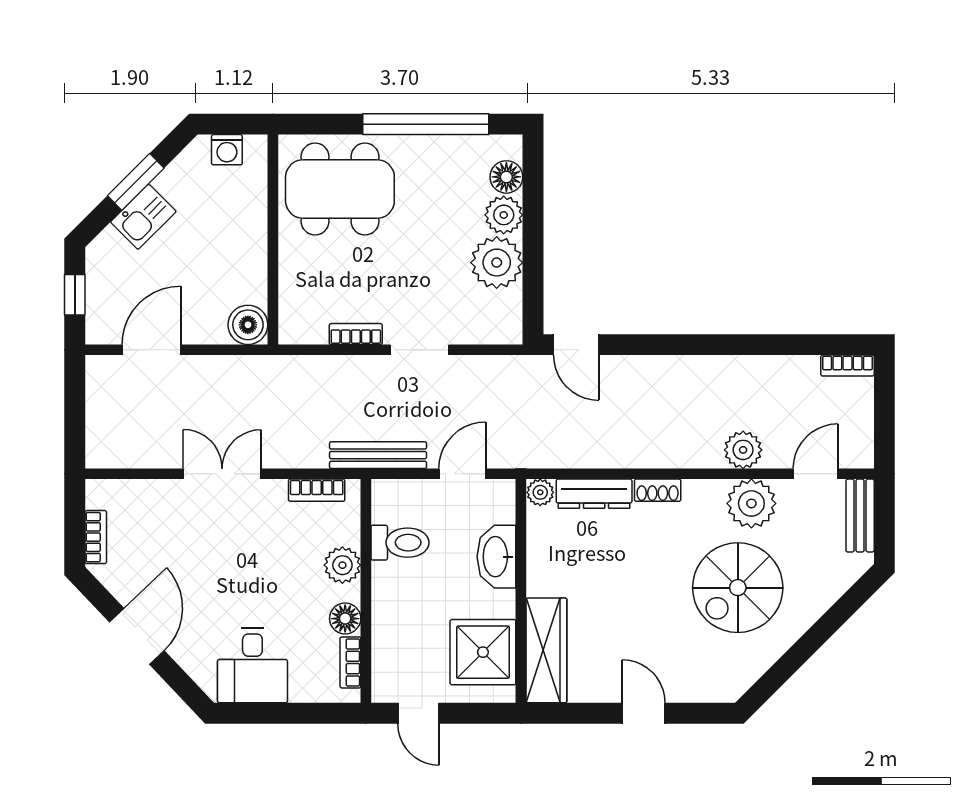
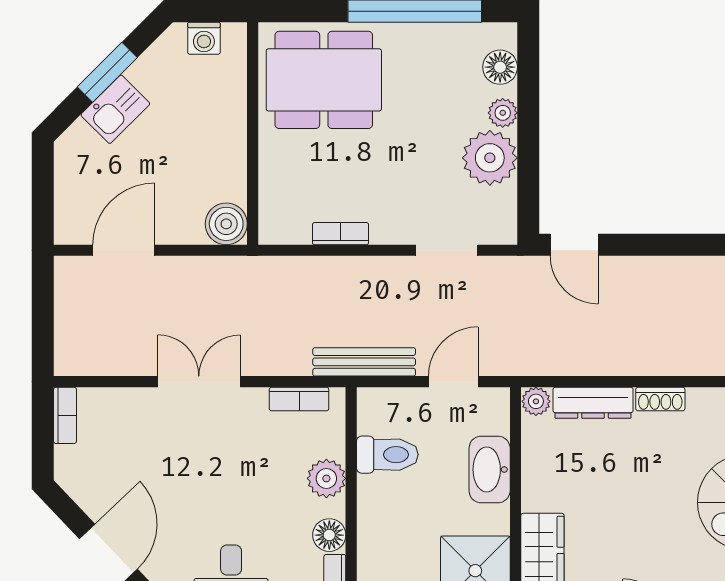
plant: (504, 215) -> (503, 113), width x0.73, depth x0.73
window: (75, 295) -> (43, 192), removed
doorway: (419, 350) -> (447, 250), moved
bookcase: (96, 537) -> (65, 415), moved

